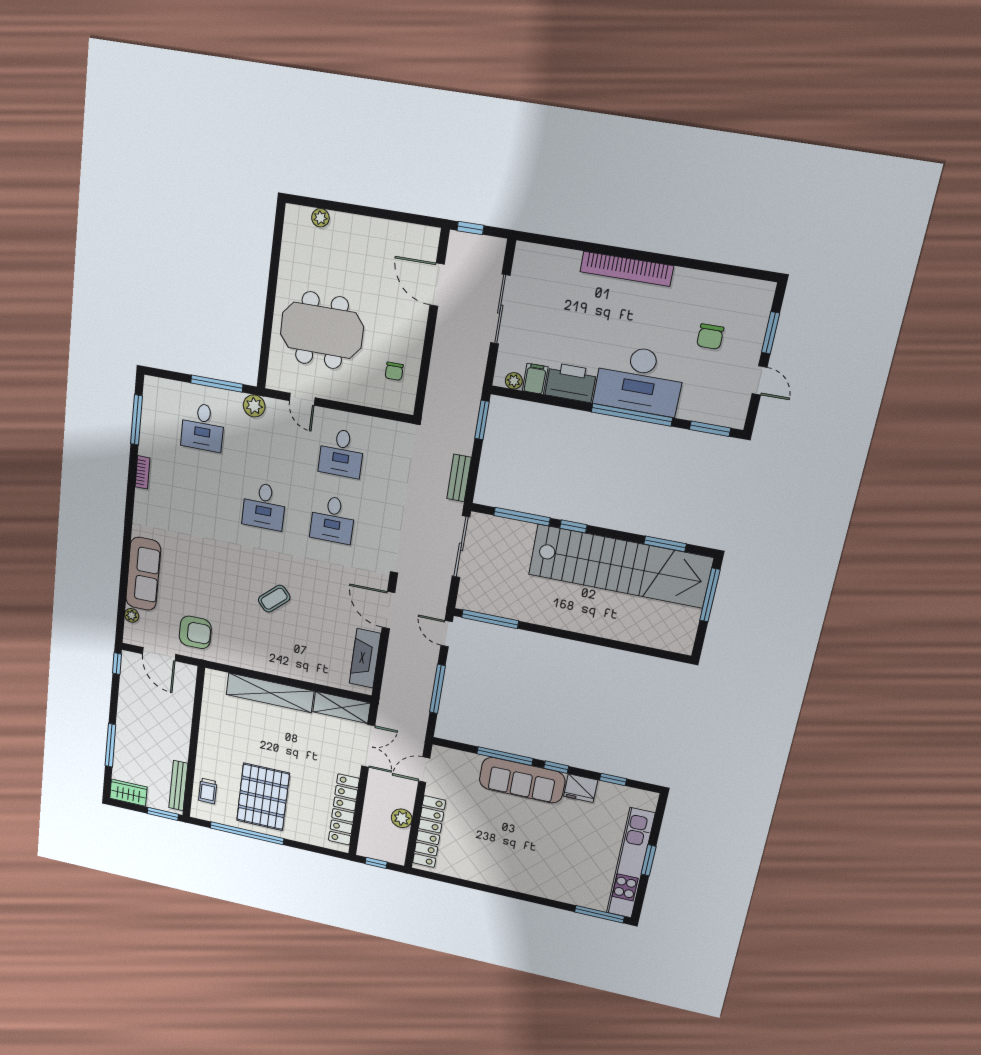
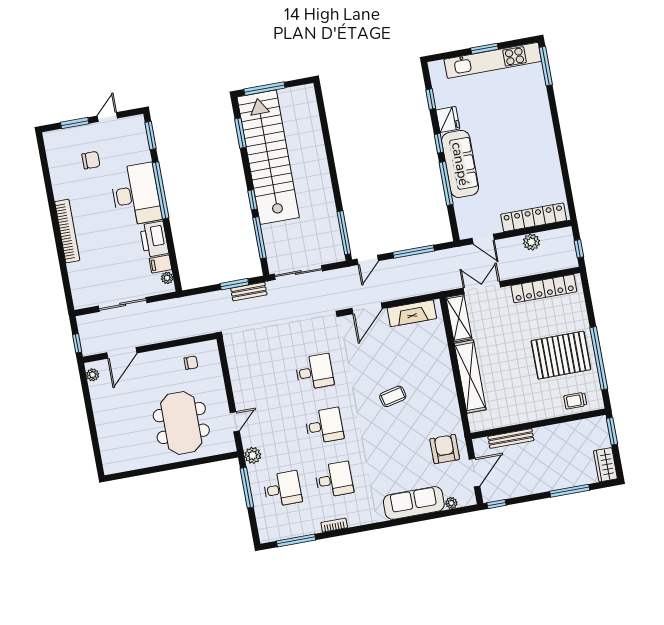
plant: (320, 218) -> (93, 375), moved
window: (482, 420) -> (234, 284), moved
desk: (341, 453) -> (334, 480), moved
coffee table: (274, 599) -> (393, 396), turned -61
bench: (178, 786) -> (511, 438), moved
trolley: (208, 791) -> (575, 401), turned 180

